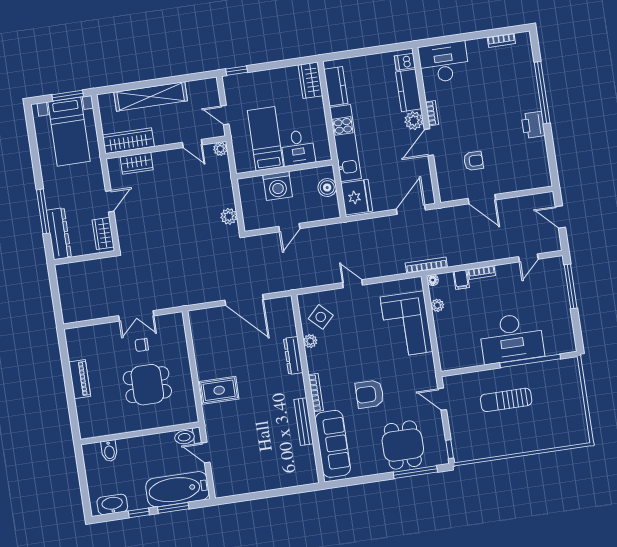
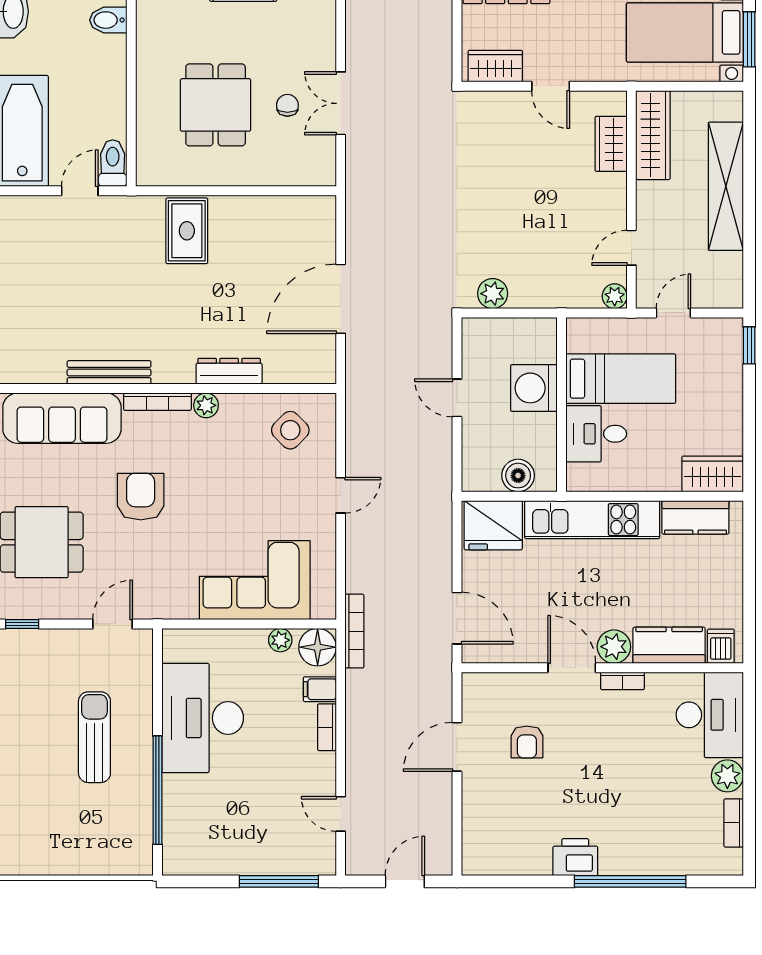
plant: (476, 48) -> (727, 776), added
floor lamp: (433, 280) -> (318, 647), width x1.89, depth x1.89
desk: (511, 338) -> (203, 718), moved
plant: (310, 341) -> (206, 405), moved

